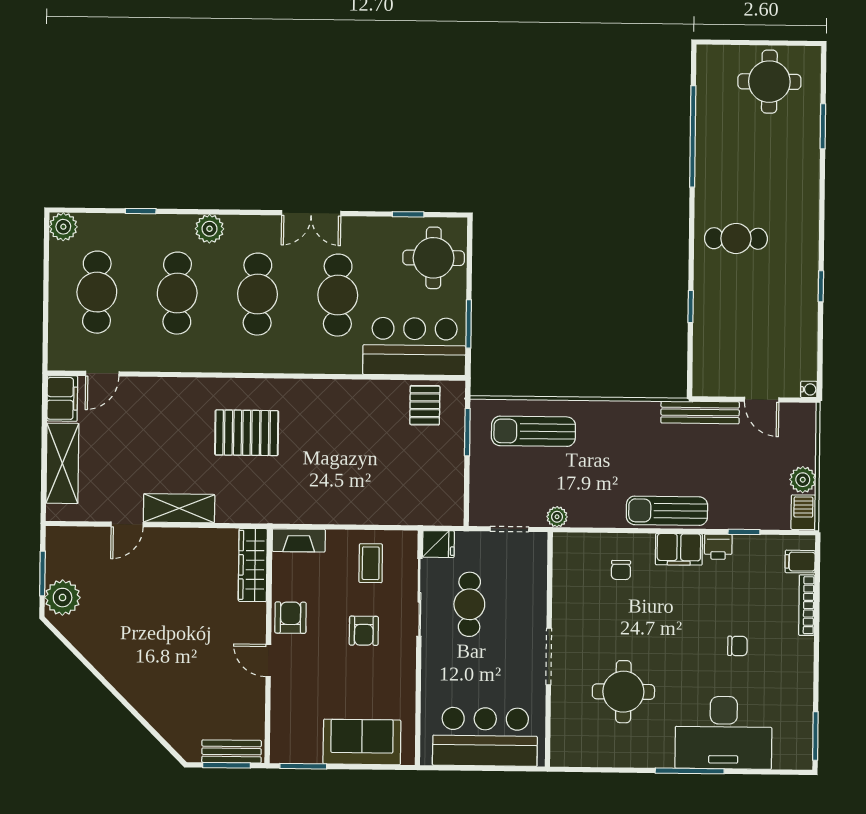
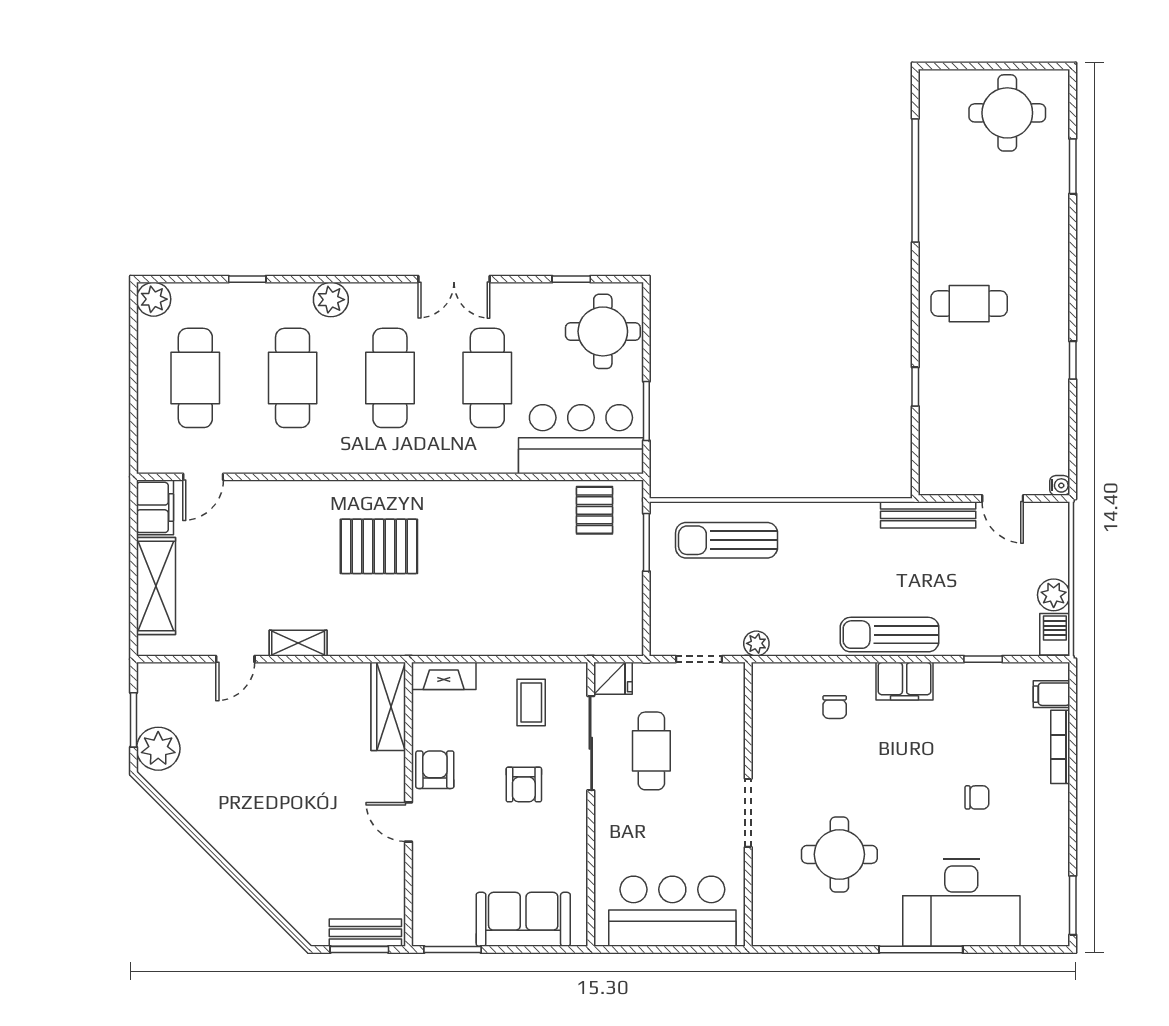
shelving: (179, 508) -> (298, 643), width x0.67, depth x0.75
printer: (718, 547) -> (952, 677), removed

